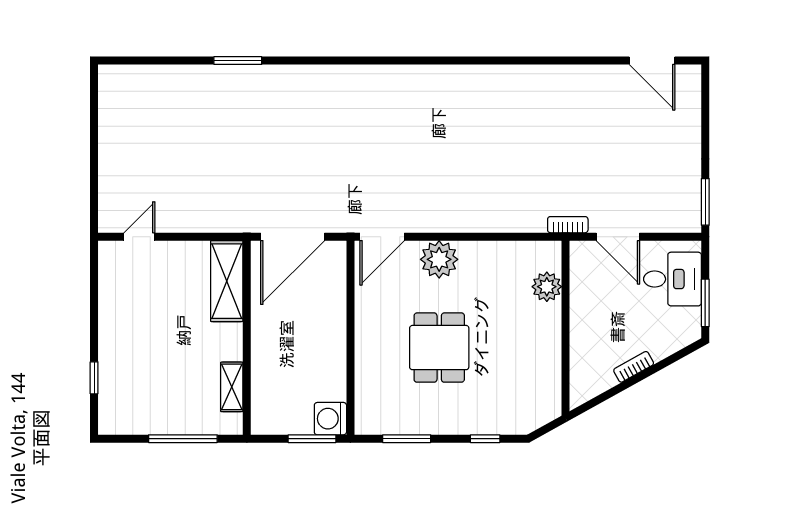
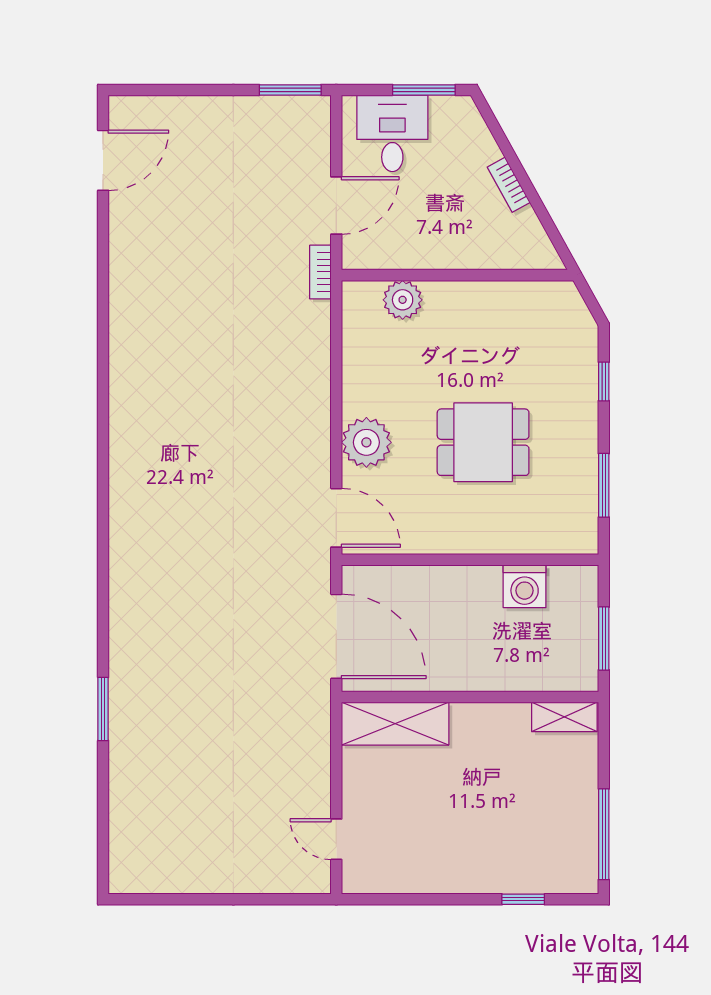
shelving: (232, 387) -> (564, 717), moved
washing machine: (330, 419) -> (525, 586), moved
window: (183, 439) -> (604, 834), moved
window: (312, 439) -> (604, 638), moved

